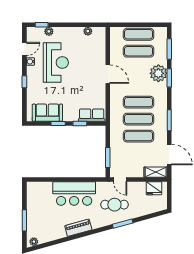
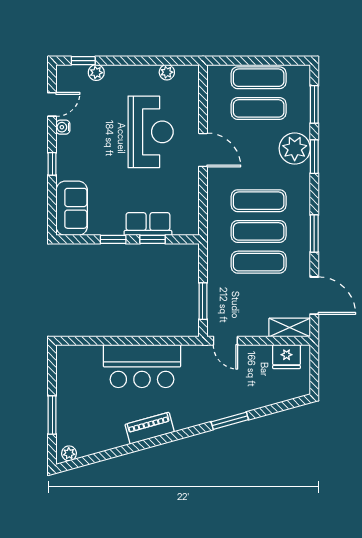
reception desk: (56, 63) -> (151, 132), moved
sofa: (47, 113) -> (72, 208), moved, turned 90
row of seats: (92, 115) -> (148, 224), moved
cafe table: (114, 205) -> (215, 386), removed

